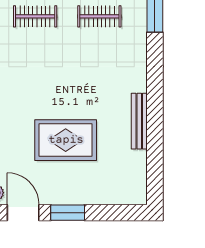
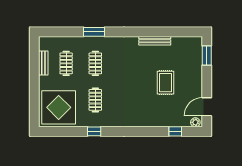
rug: (66, 140) -> (166, 83), width x0.73, depth x0.70
window: (68, 213) -> (207, 55), moved

